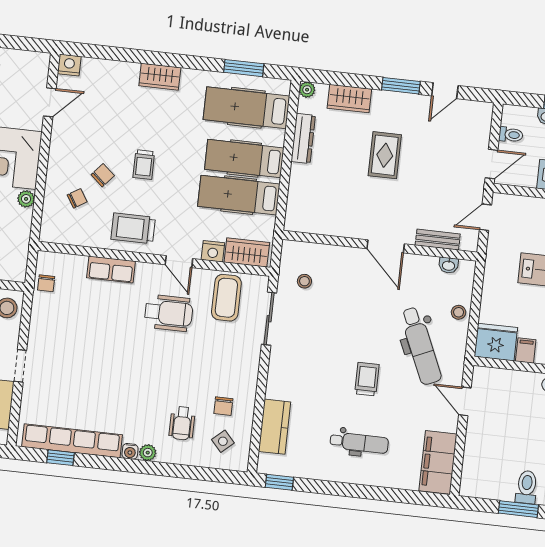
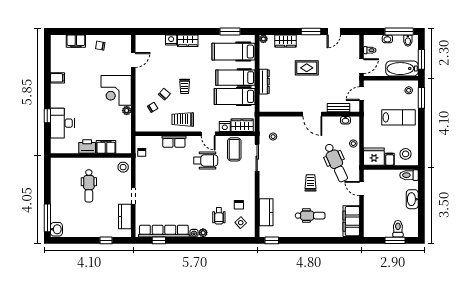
nightstand: (69, 65) -> (171, 40), moved
dresser: (303, 138) -> (264, 82), moved
rug: (385, 155) -> (307, 68), turned 90

